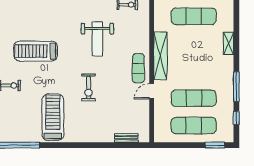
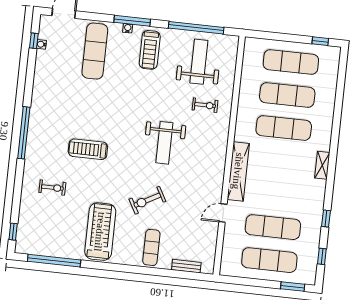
treadmill: (36, 51) -> (88, 149), width x0.73, depth x0.73
exercise mat: (138, 68) -> (151, 247), moved
exercise bike: (89, 87) -> (147, 200), turned 61
window: (236, 87) -> (326, 219), width x0.46

